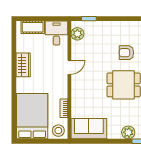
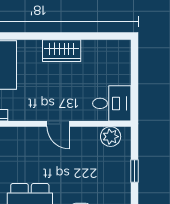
window: (89, 19) -> (135, 171), moved
cot: (33, 27) -> (121, 66), removed

